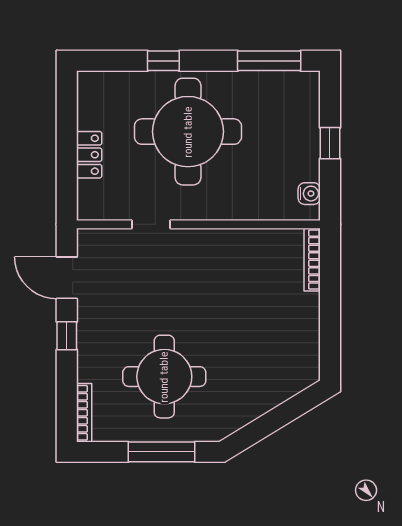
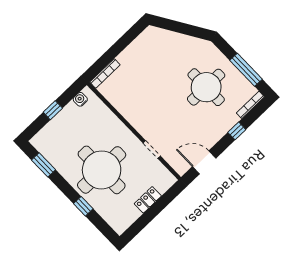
window: (269, 61) -> (43, 165), width x0.69
door: (67, 278) -> (204, 162), swing flipped
window: (67, 336) -> (237, 131), moved
window: (161, 452) -> (246, 70), moved

